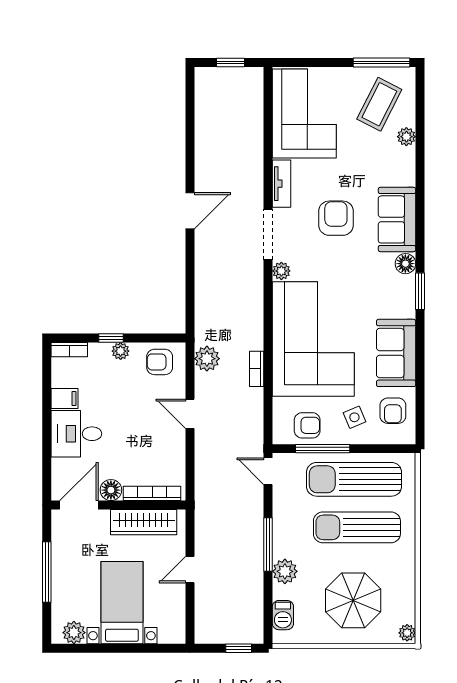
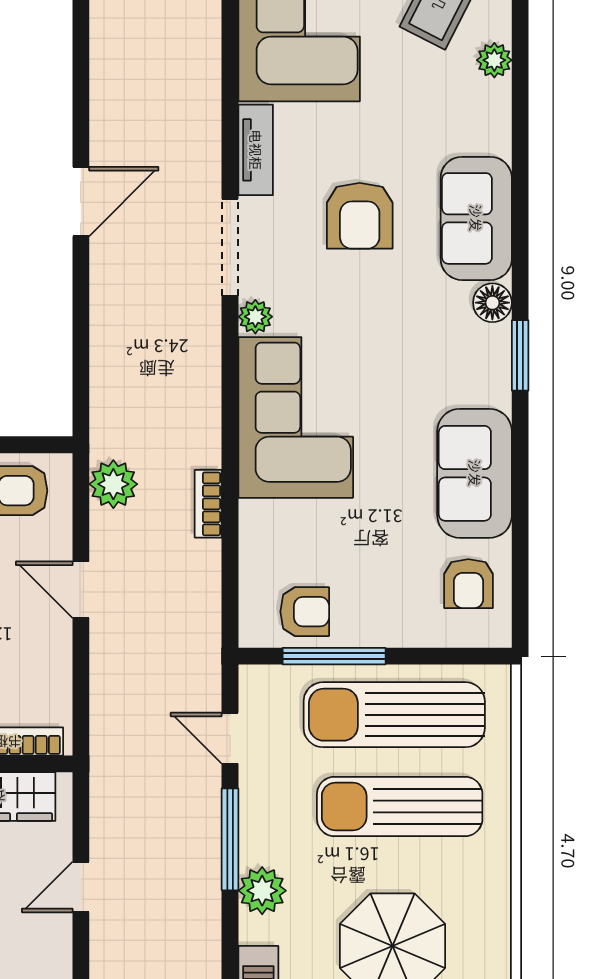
armchair: (336, 218) -> (360, 216), turned 180
corner sofa: (313, 339) -> (296, 417), width x0.73, depth x0.74
side table: (354, 417) -> (395, 596), removed
door: (268, 471) -> (230, 738), moved

